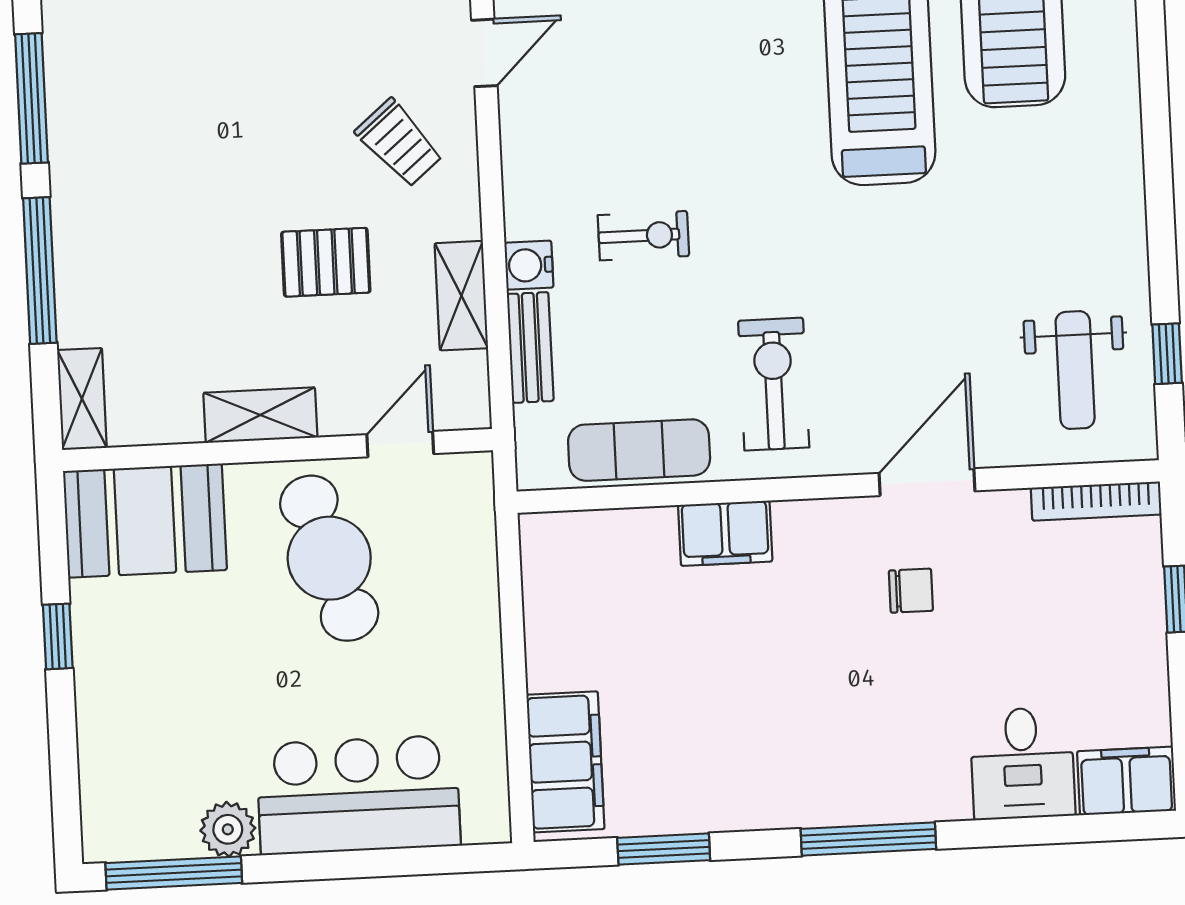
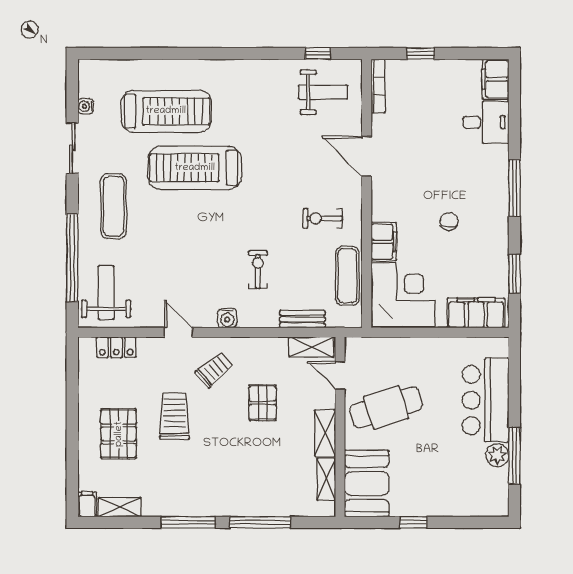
trolley: (283, 53) -> (175, 416), added
water cooler: (529, 265) -> (227, 318), moved
shelving: (461, 296) -> (311, 347), moved
exercise bike: (774, 384) -> (323, 218), width x0.73, depth x0.72
shelving: (82, 399) -> (326, 479), moved, turned 90
corner desk: (601, 585) -> (403, 295), added
chair: (911, 591) -> (449, 221), moved
window: (174, 873) -> (514, 456), moved

